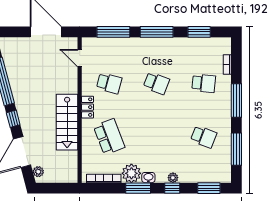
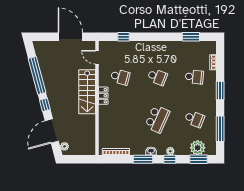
window: (113, 32) -> (124, 37), width x0.46
window: (157, 32) -> (158, 37), removed
window: (236, 101) -> (220, 91), width x0.69
stairs: (67, 122) -> (87, 92), moved
school desk: (109, 137) -> (157, 119), moved, turned 45
plant: (131, 173) -> (198, 148), moved

